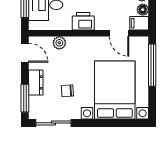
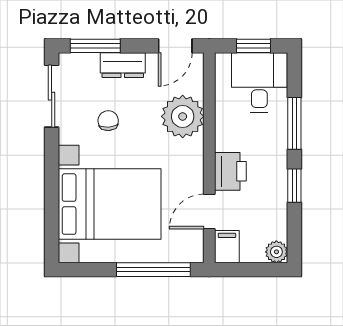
floor lamp: (143, 10) -> (251, 253), removed
printer: (83, 21) -> (230, 171), moved
plant: (59, 43) -> (183, 116), width x1.88, depth x1.88

